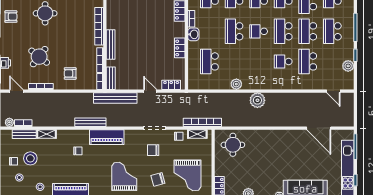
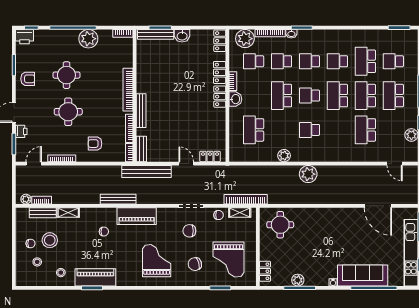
locker: (180, 48) -> (220, 97), moved
round table: (39, 57) -> (68, 112), moved, turned -38
school desk: (283, 61) -> (309, 130), moved
door: (16, 91) -> (34, 164), hinge flipped

